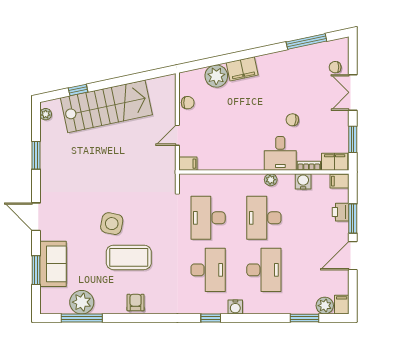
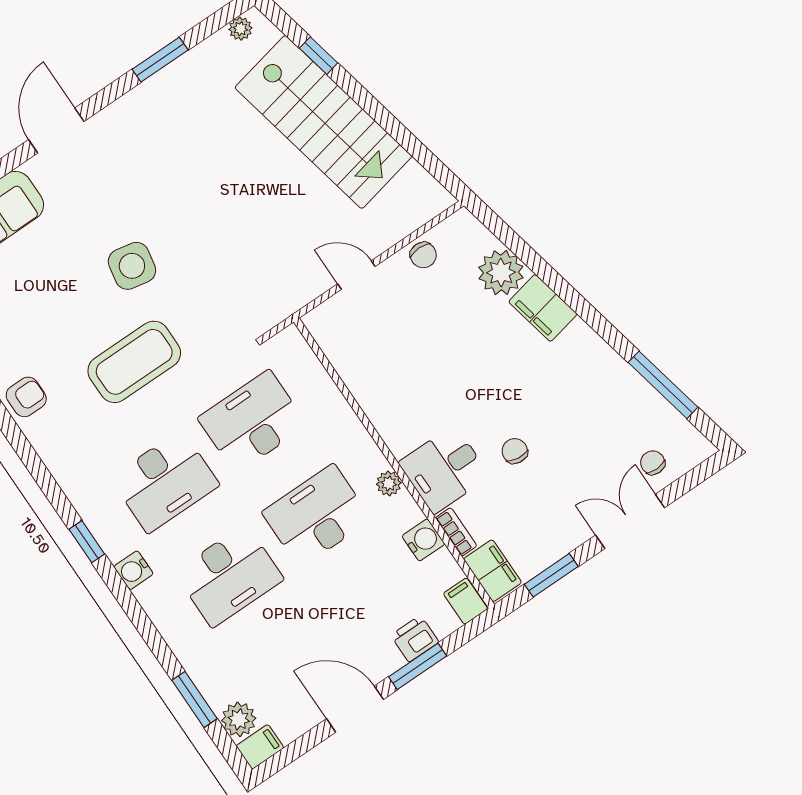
filing cabinet: (188, 164) -> (321, 326), removed
coffee table: (129, 257) -> (134, 362), moved, turned 90

